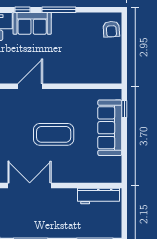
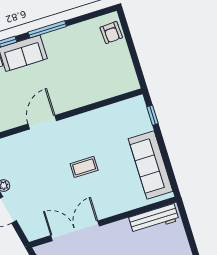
sofa: (110, 128) -> (151, 165), moved
coffee table: (54, 134) -> (84, 167), width x0.54, depth x0.58

